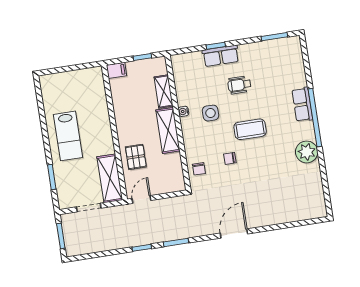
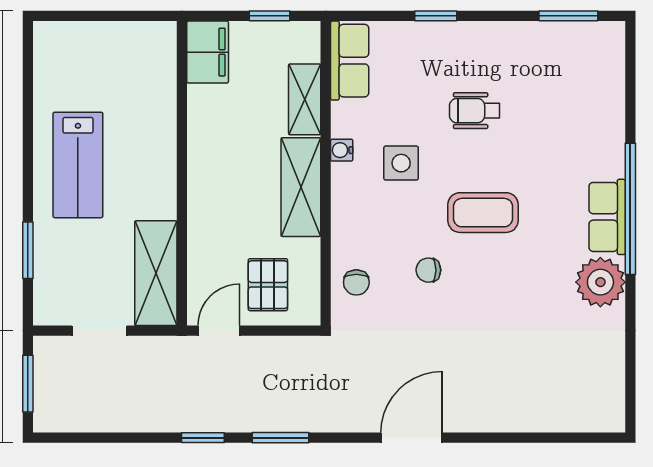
row of seats: (221, 56) -> (350, 61), moved, turned -90
filing cabinet: (116, 70) -> (208, 52), width x2.00
row of seats: (302, 104) -> (607, 217), moved
pallet: (136, 157) -> (268, 285), moved

